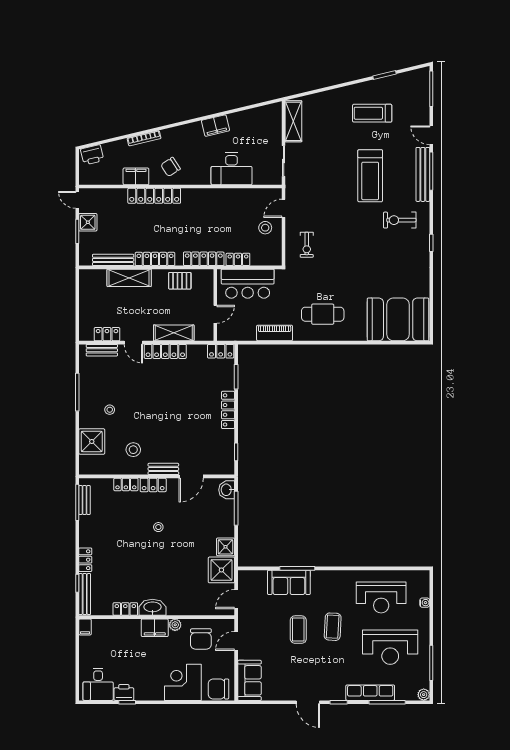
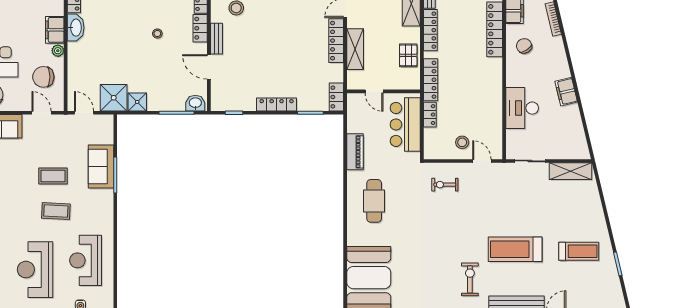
treadmill: (372, 113) -> (579, 251), turned 90

